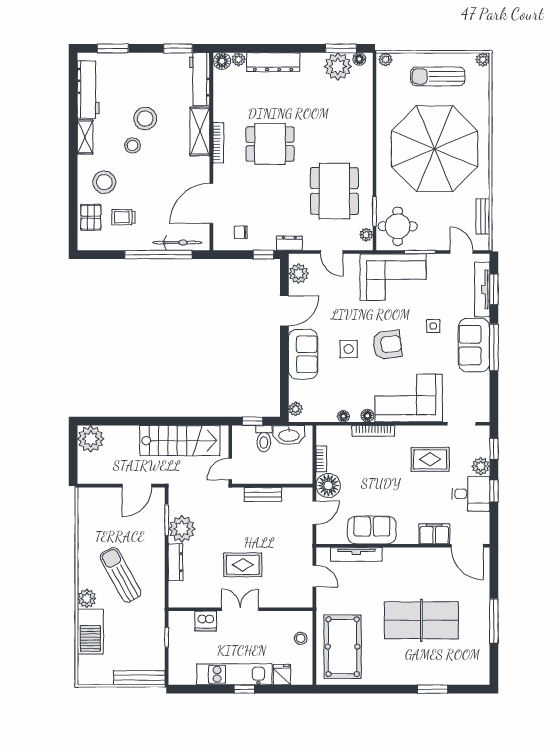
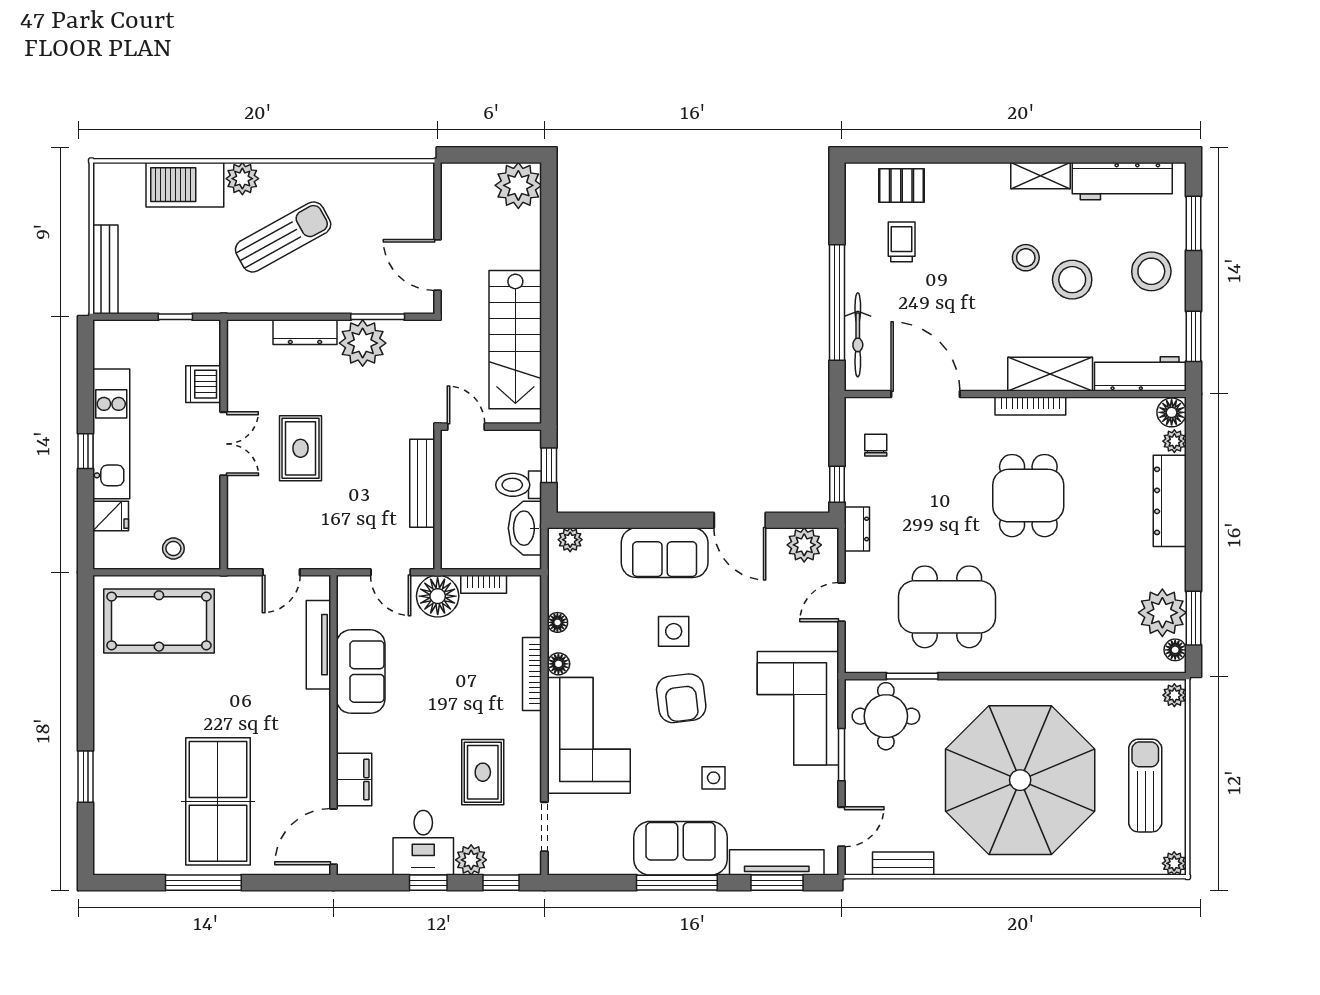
stool: (104, 182) -> (1151, 271), moved
plant: (366, 235) -> (871, 662), removed
bench: (263, 494) -> (422, 483), width x1.36
table tennis table: (421, 620) -> (218, 801), moved

